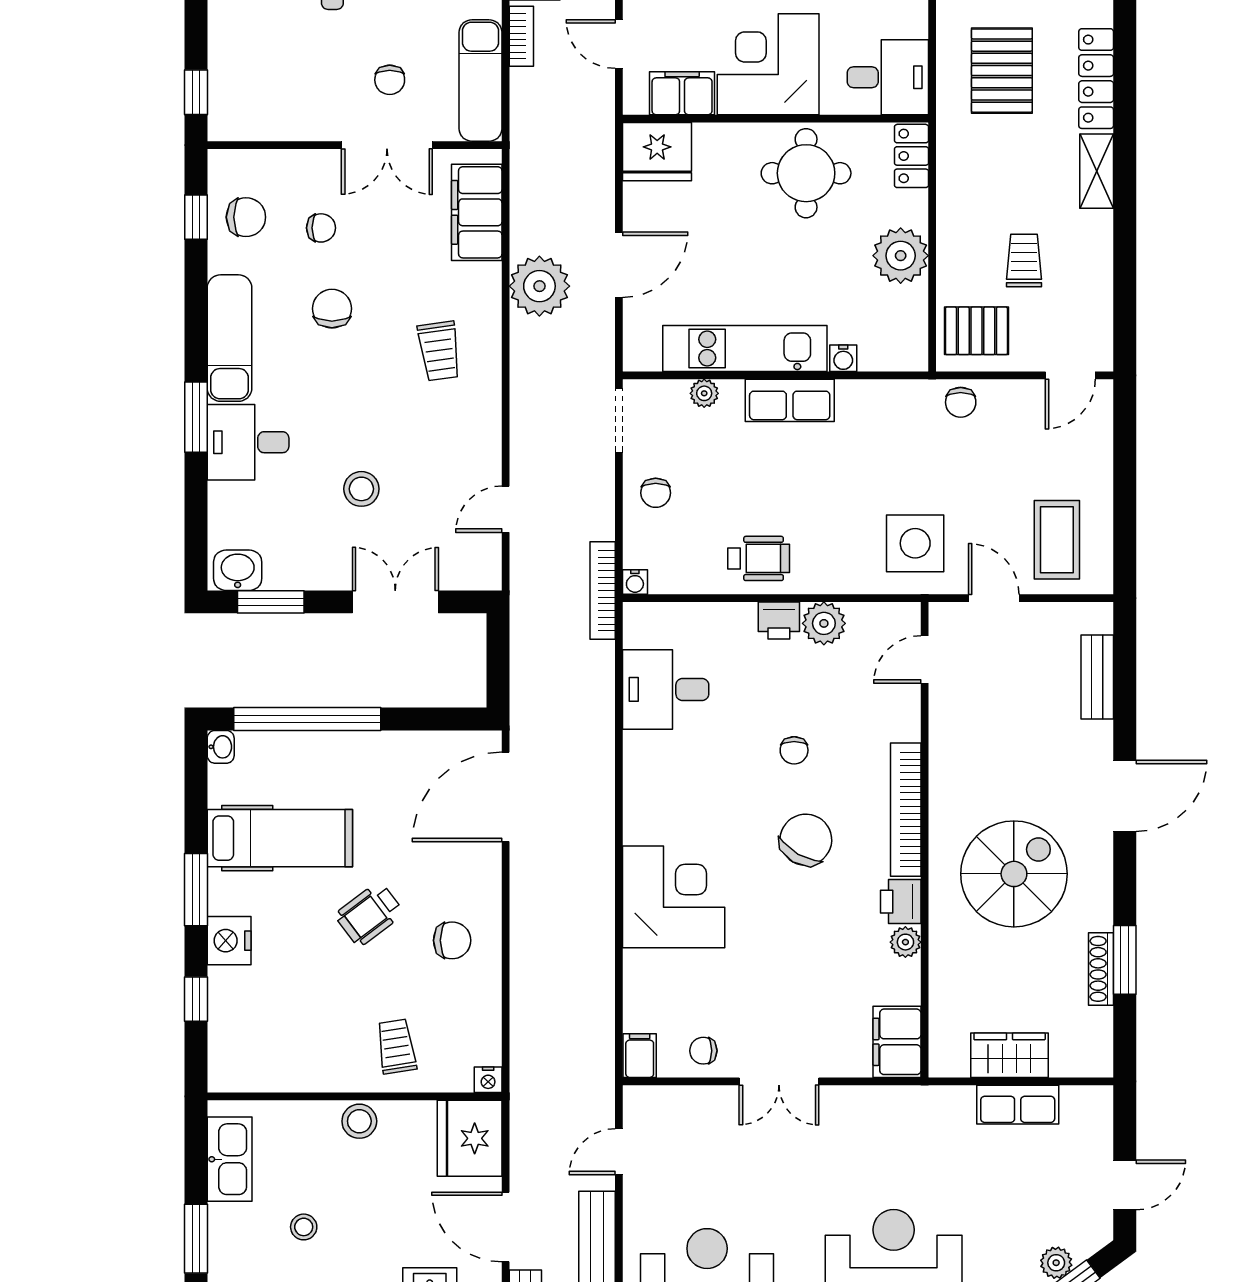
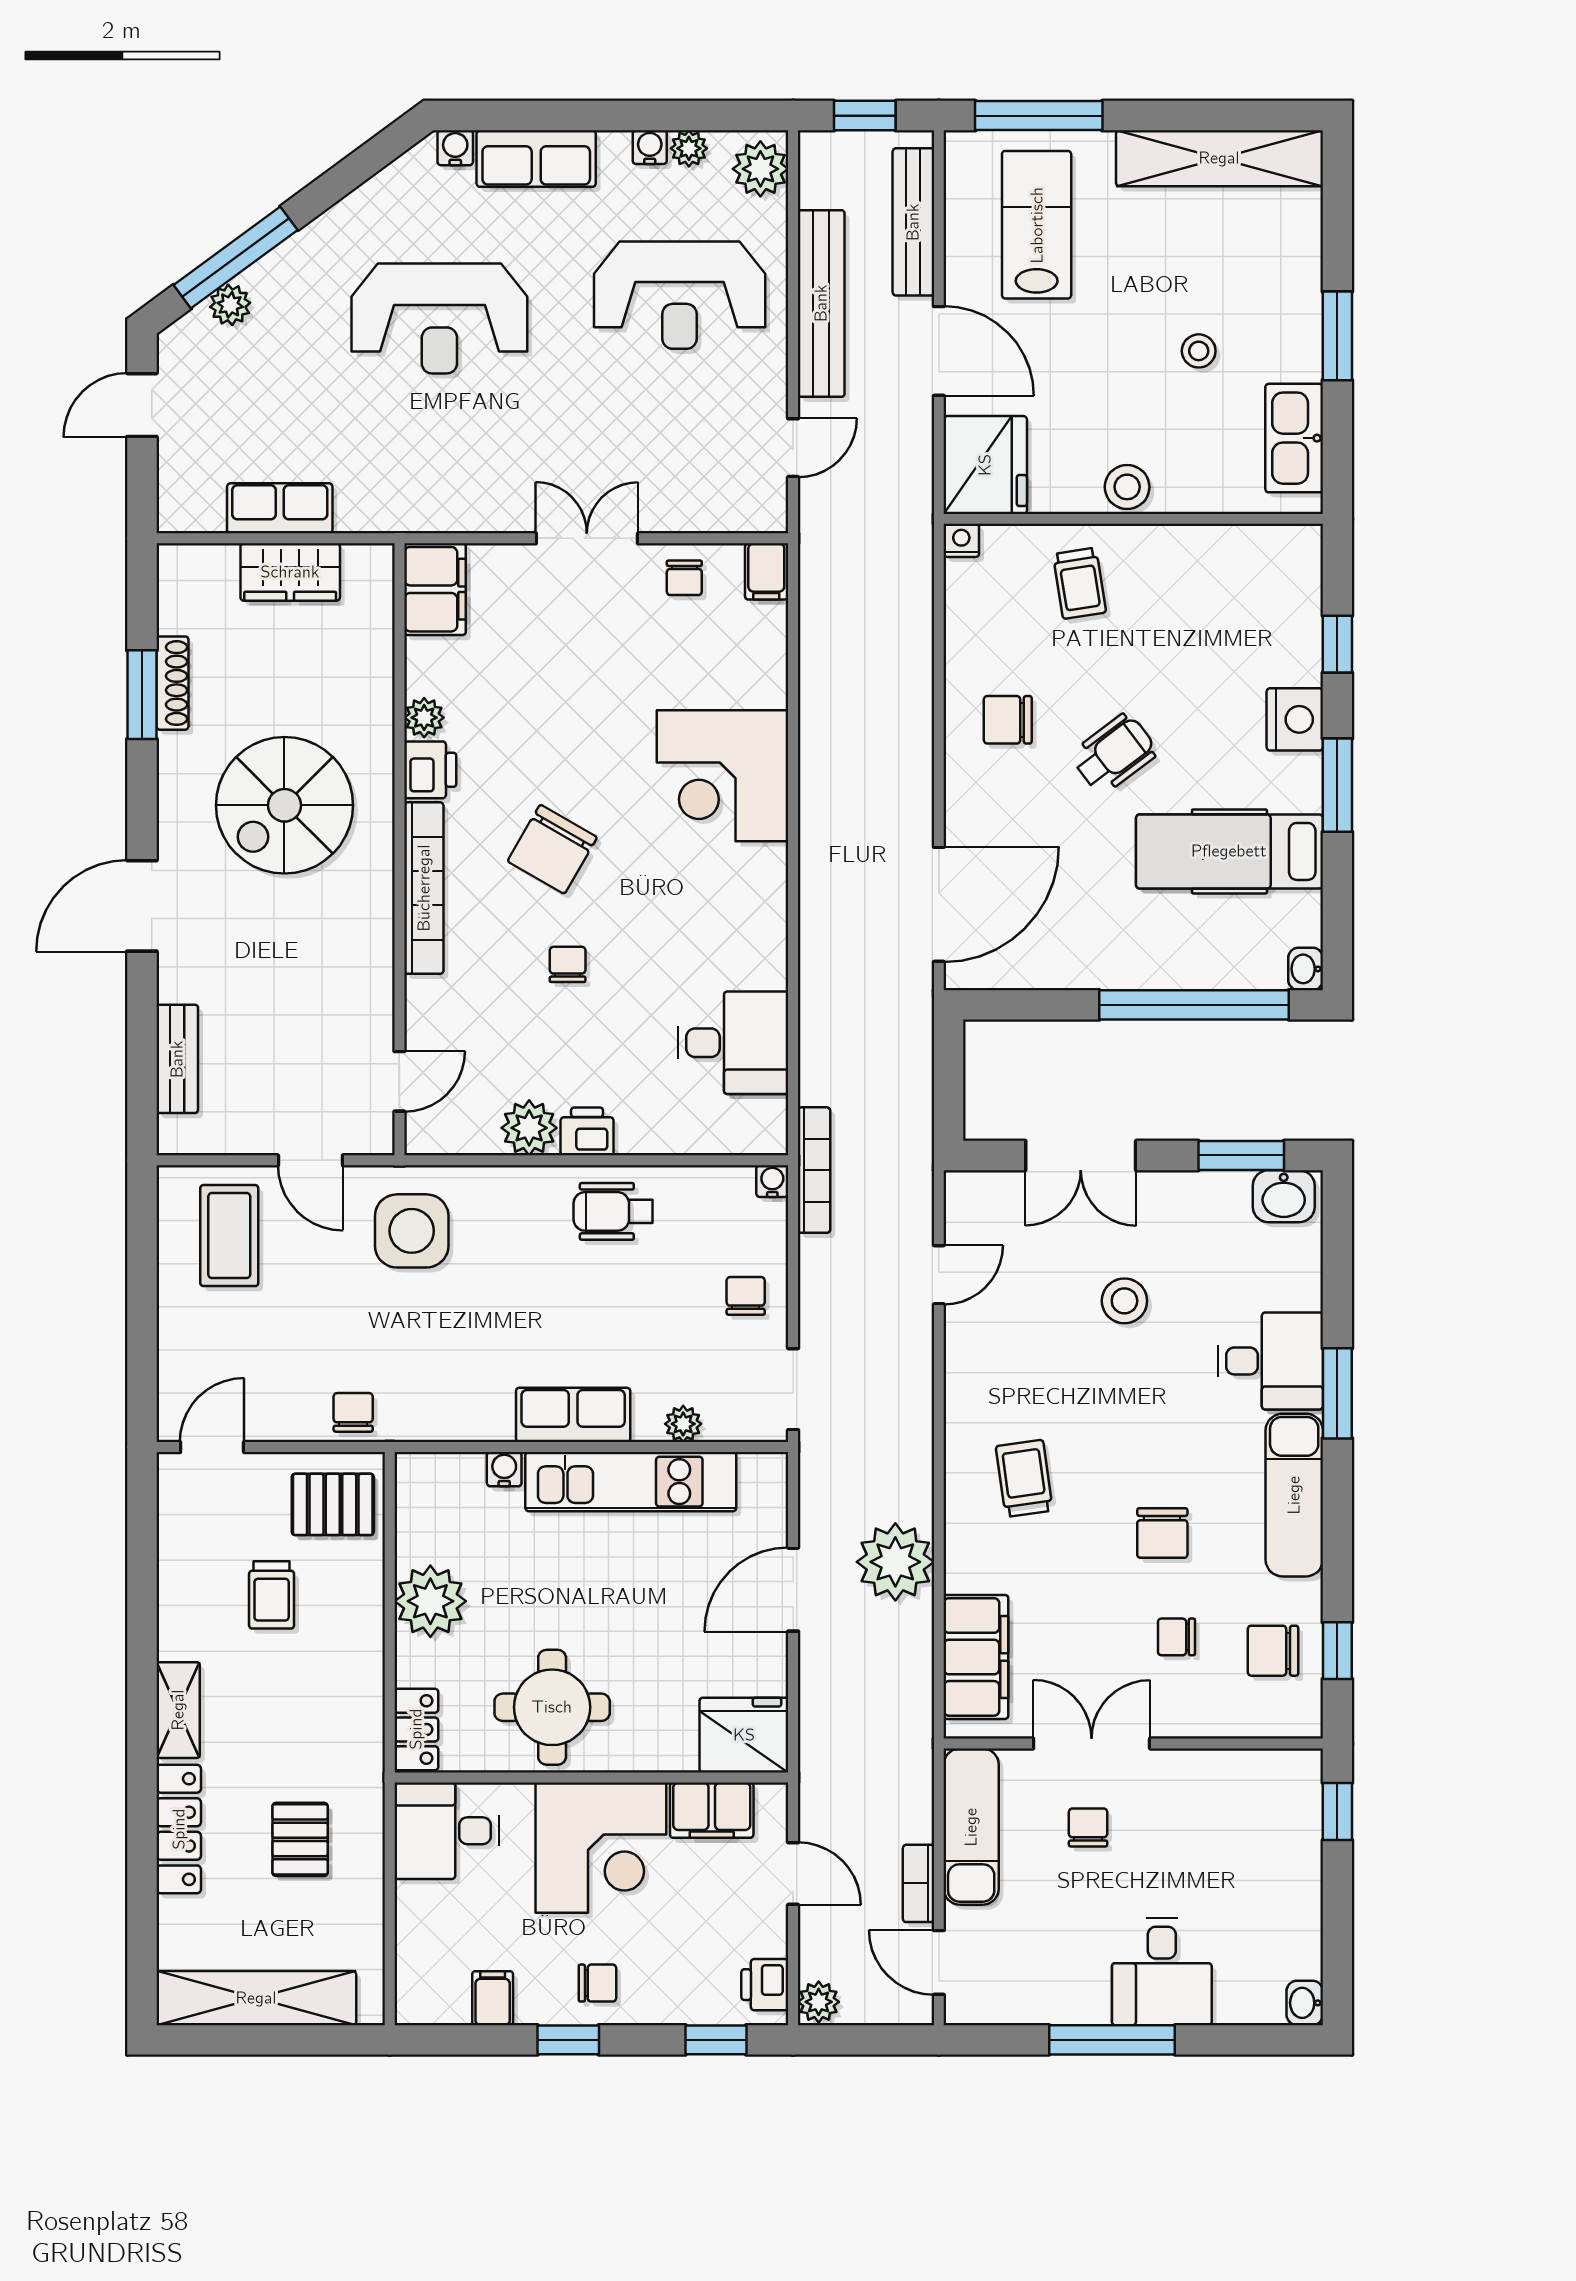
pallet: (1002, 71) -> (300, 1839), width x0.67, depth x0.71
chair: (703, 1051) -> (684, 578), turned 90

